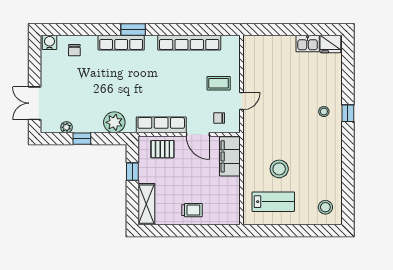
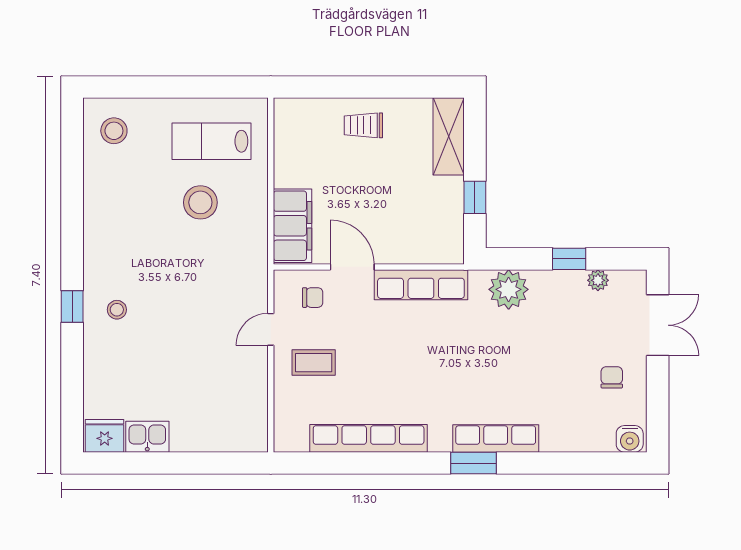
chair: (74, 50) -> (612, 377), moved
pallet: (162, 149) -> (419, 239), removed

